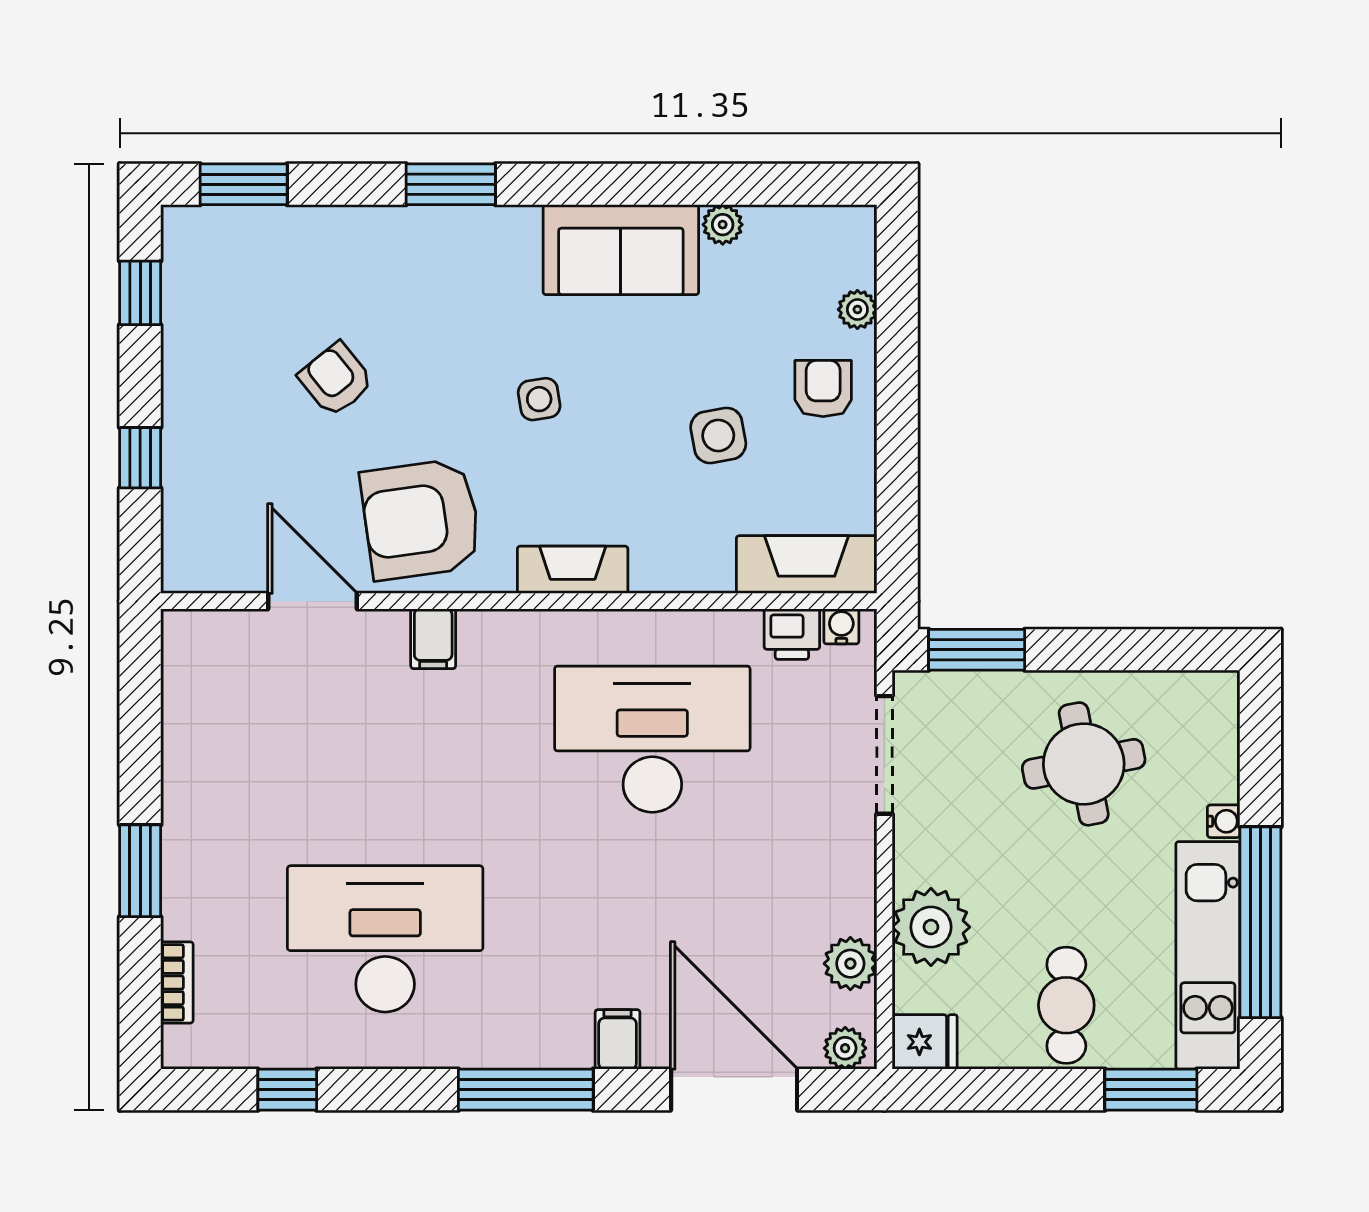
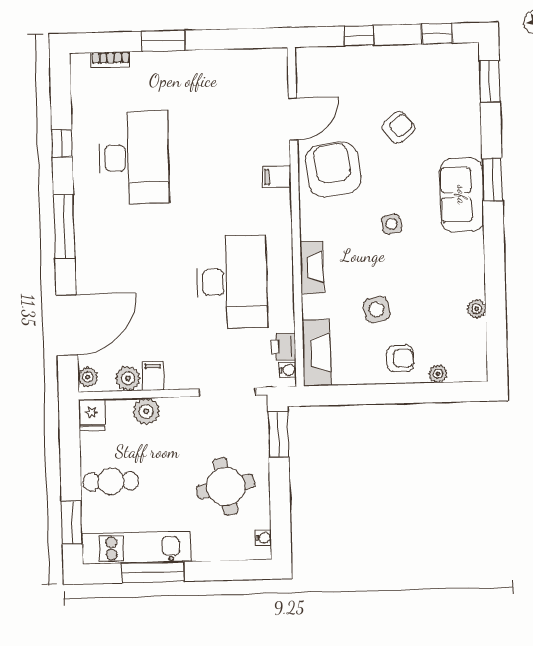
sofa: (621, 250) -> (462, 195), moved
fireplace: (573, 570) -> (312, 268), moved
water cooler: (1224, 821) -> (264, 538), moved, turned -90
window: (1260, 922) -> (153, 572), width x0.68
plant: (931, 927) -> (146, 411), width x0.73, depth x0.73
filing cabinet: (618, 1039) -> (153, 376), moved, turned -90
window: (287, 1090) -> (62, 143), moved

